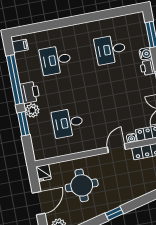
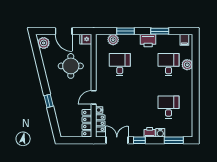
plant: (51, 36) -> (187, 65), added
window: (15, 80) -> (160, 31), width x0.47
plant: (32, 110) -> (113, 40), moved
door: (116, 148) -> (94, 97), swing flipped
window: (114, 213) -> (49, 101), moved

